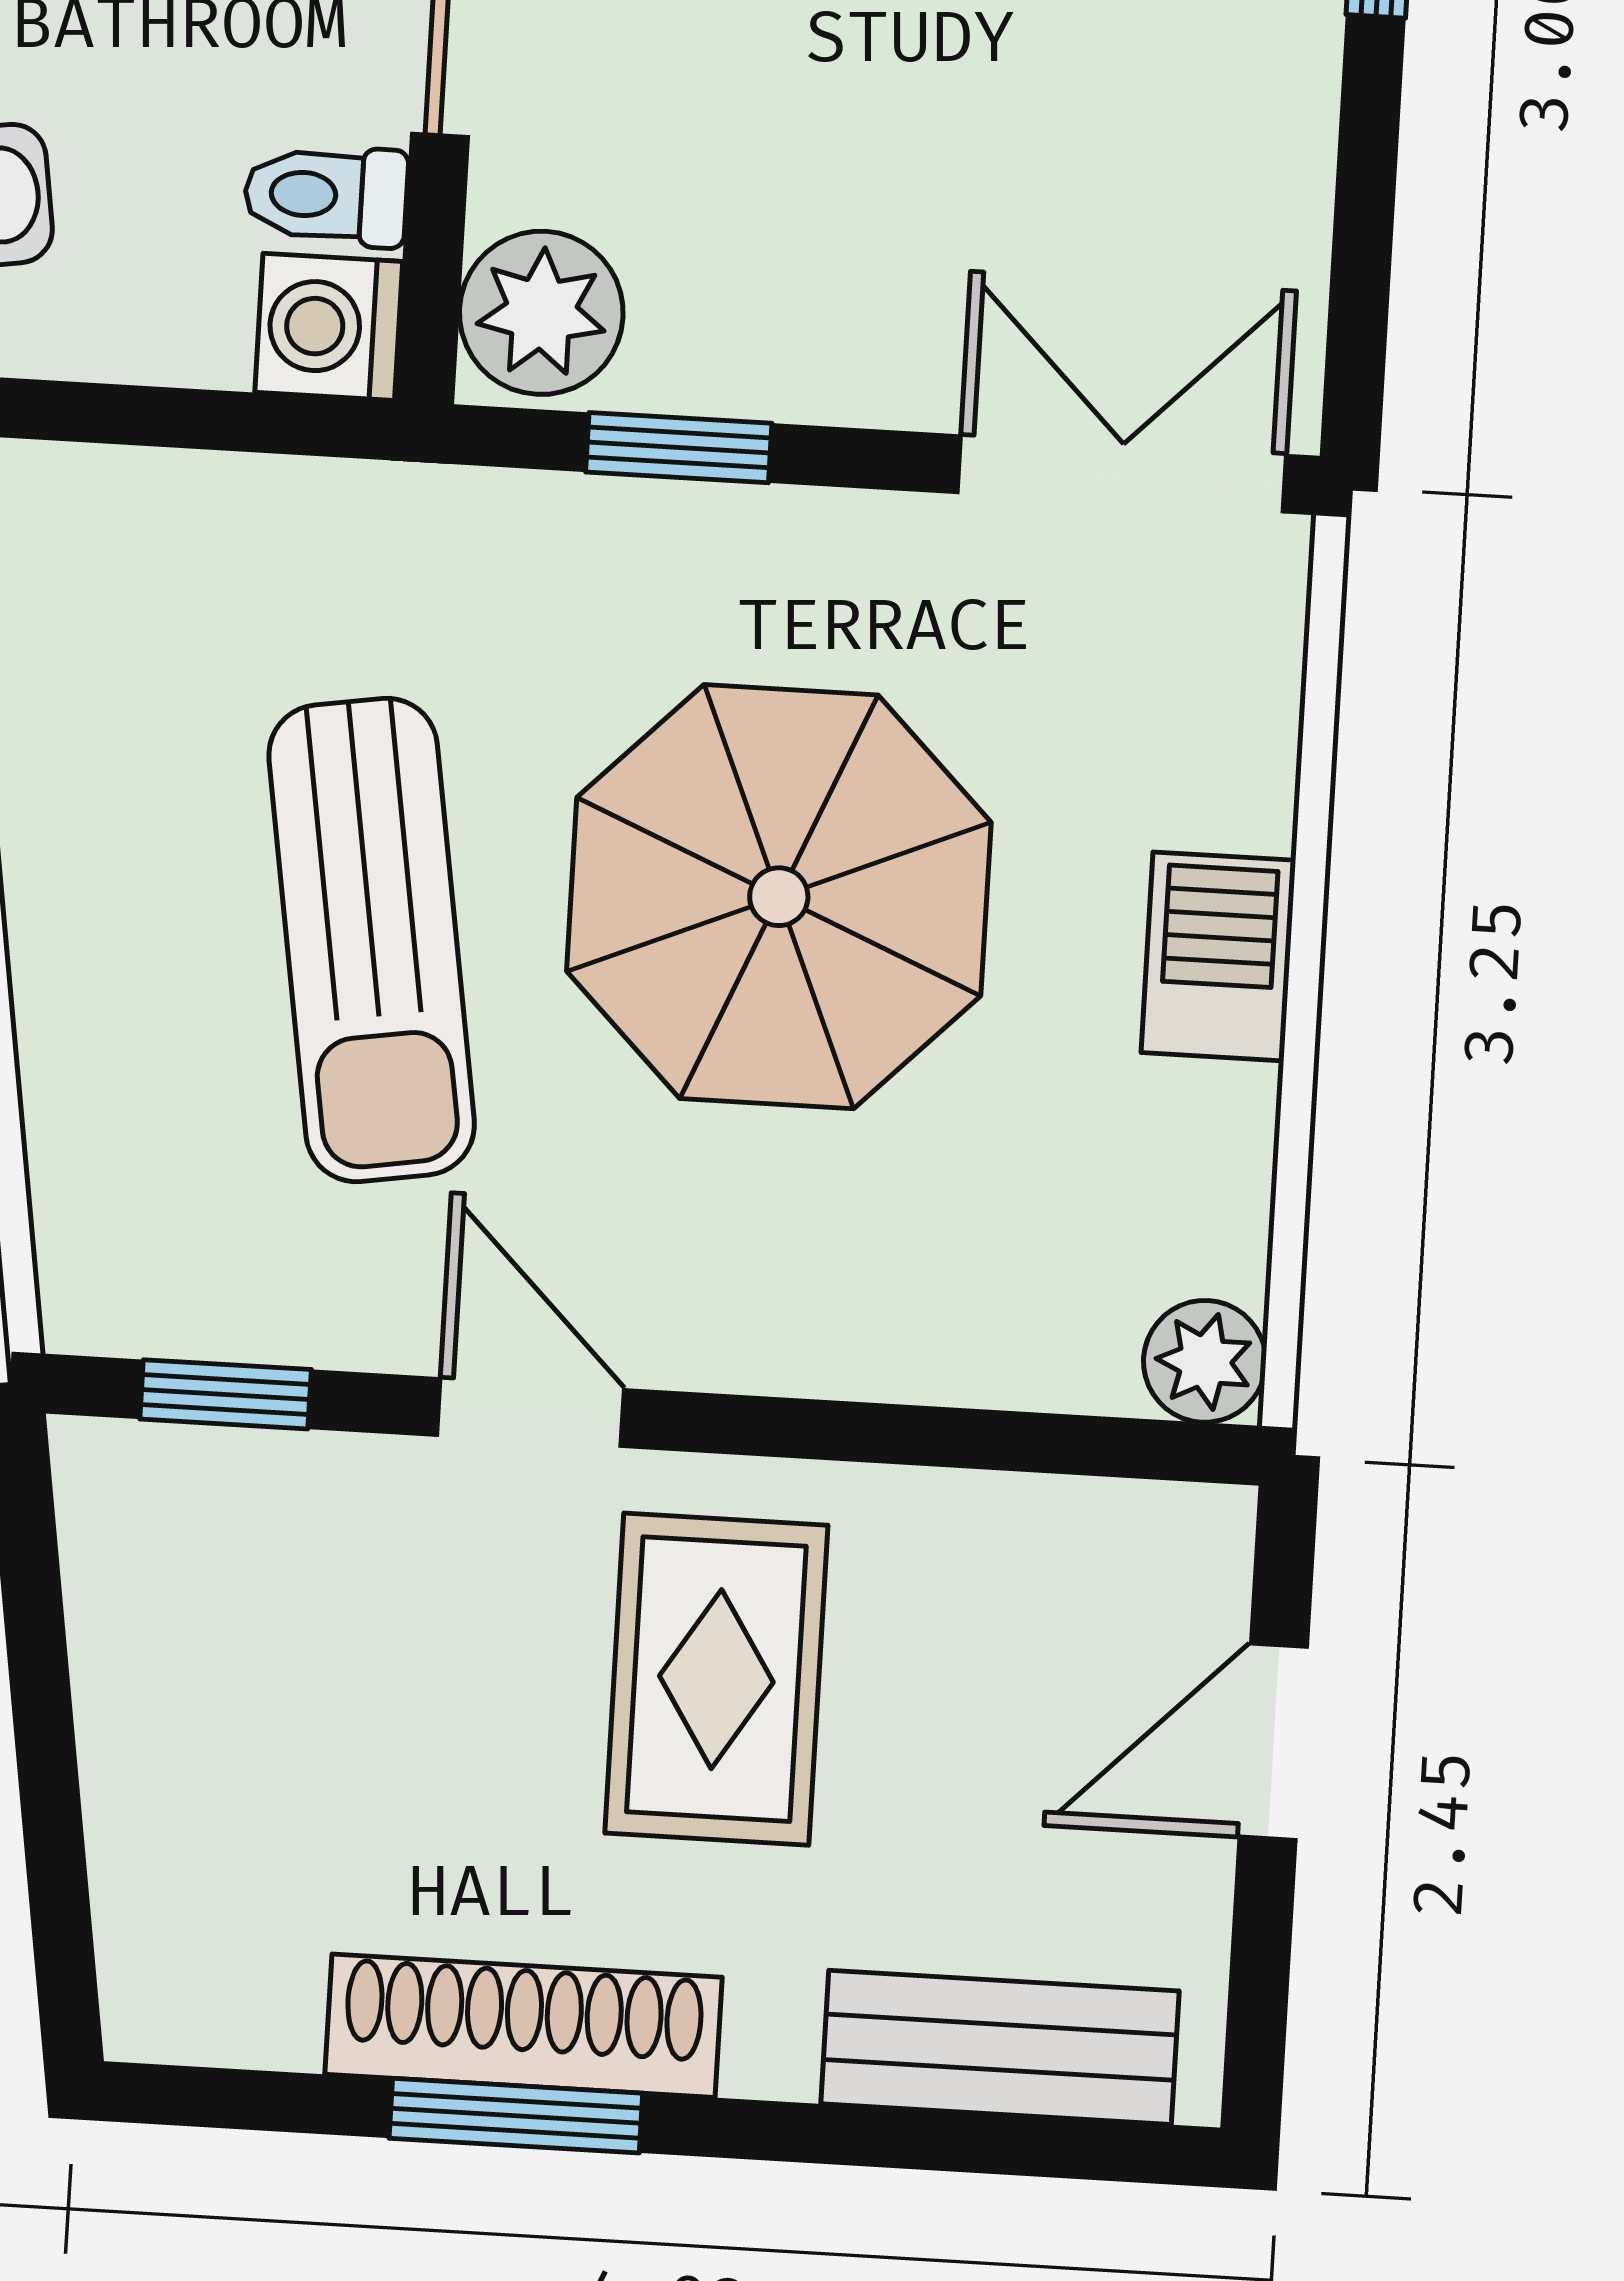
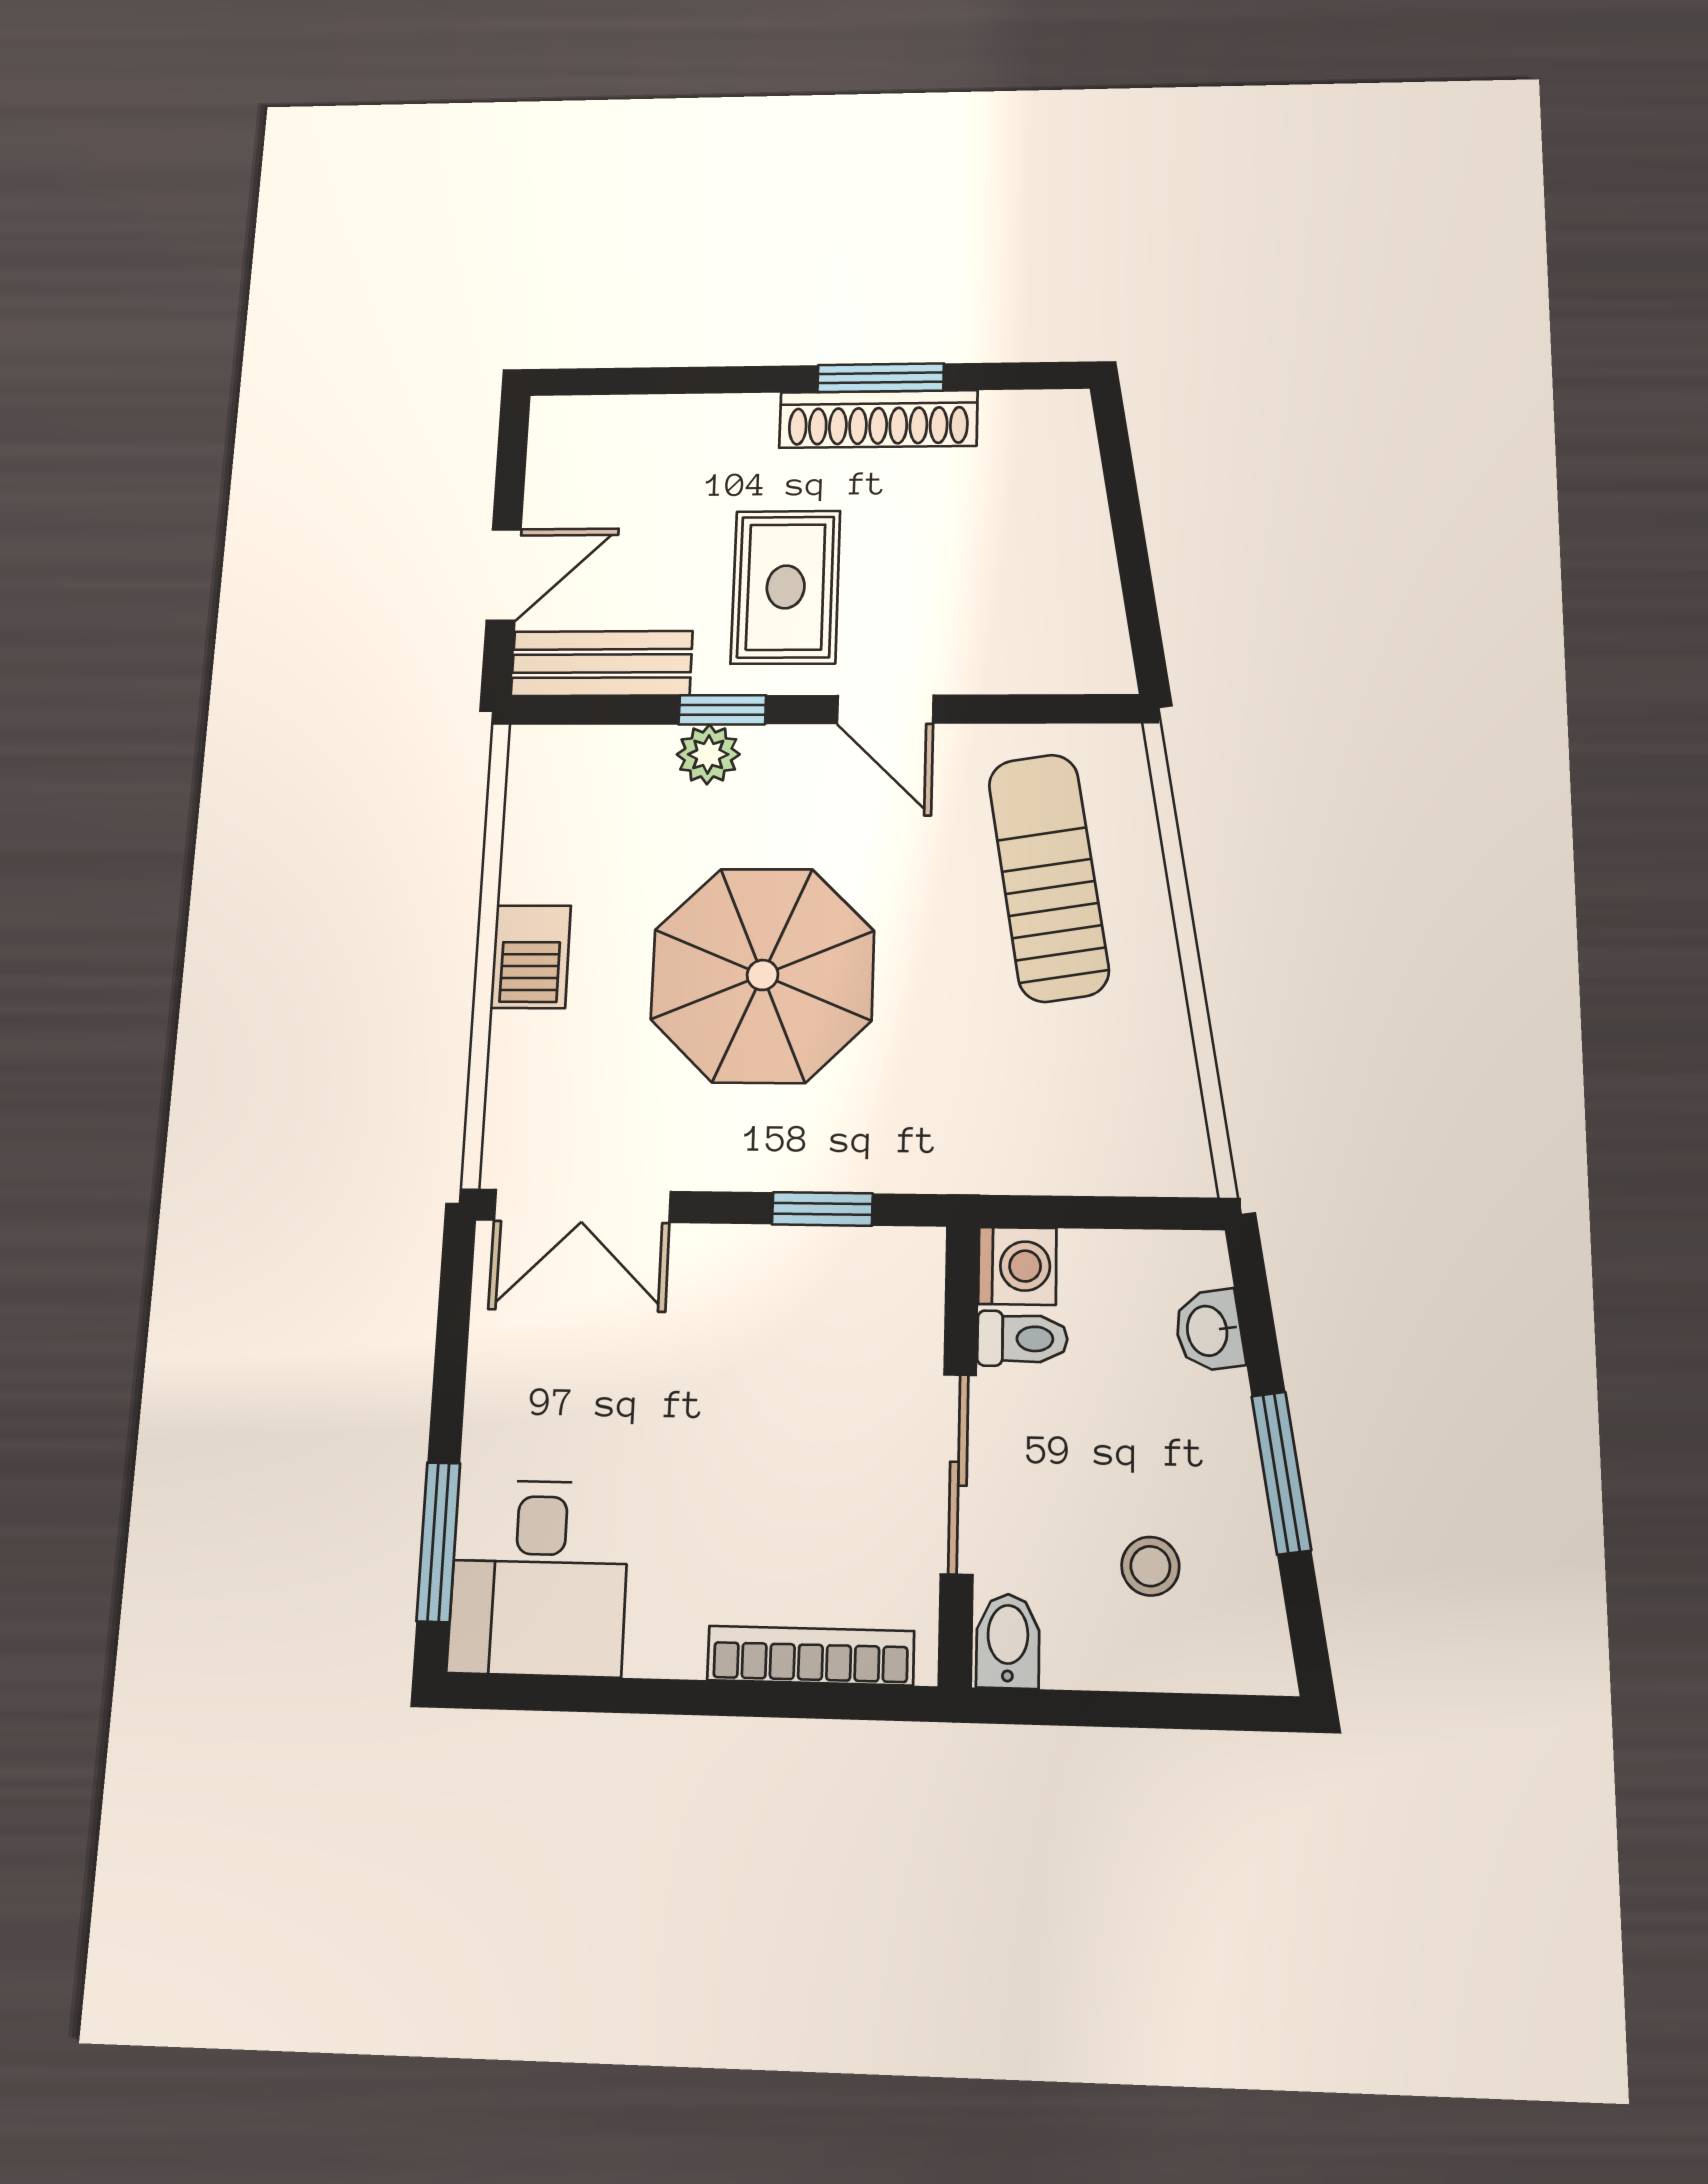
plant: (541, 313) -> (900, 1279), removed
sun lounger: (372, 940) -> (1048, 877), moved
plant: (1205, 1361) -> (708, 754), moved
window: (226, 1394) -> (722, 710), moved
bench: (1000, 2047) -> (602, 663), moved

